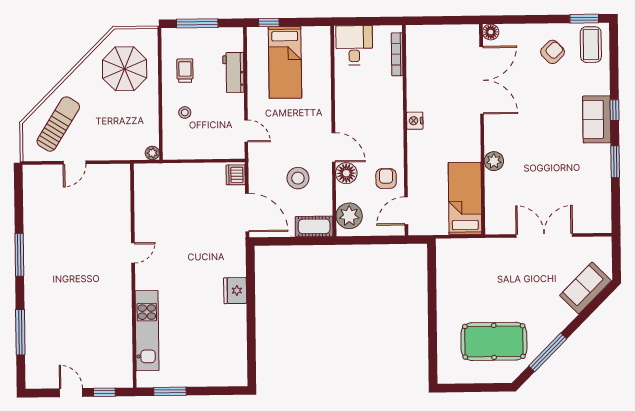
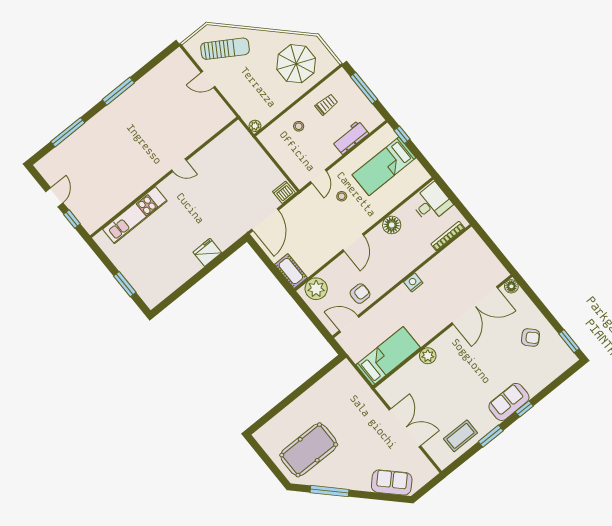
coffee table: (591, 45) -> (461, 436), moved
floor lamp: (346, 173) -> (392, 225), moved
stool: (298, 178) -> (342, 196), moved, width x0.53, depth x0.53
pool table: (494, 341) -> (309, 450), turned 90
window: (170, 391) -> (125, 284), moved

